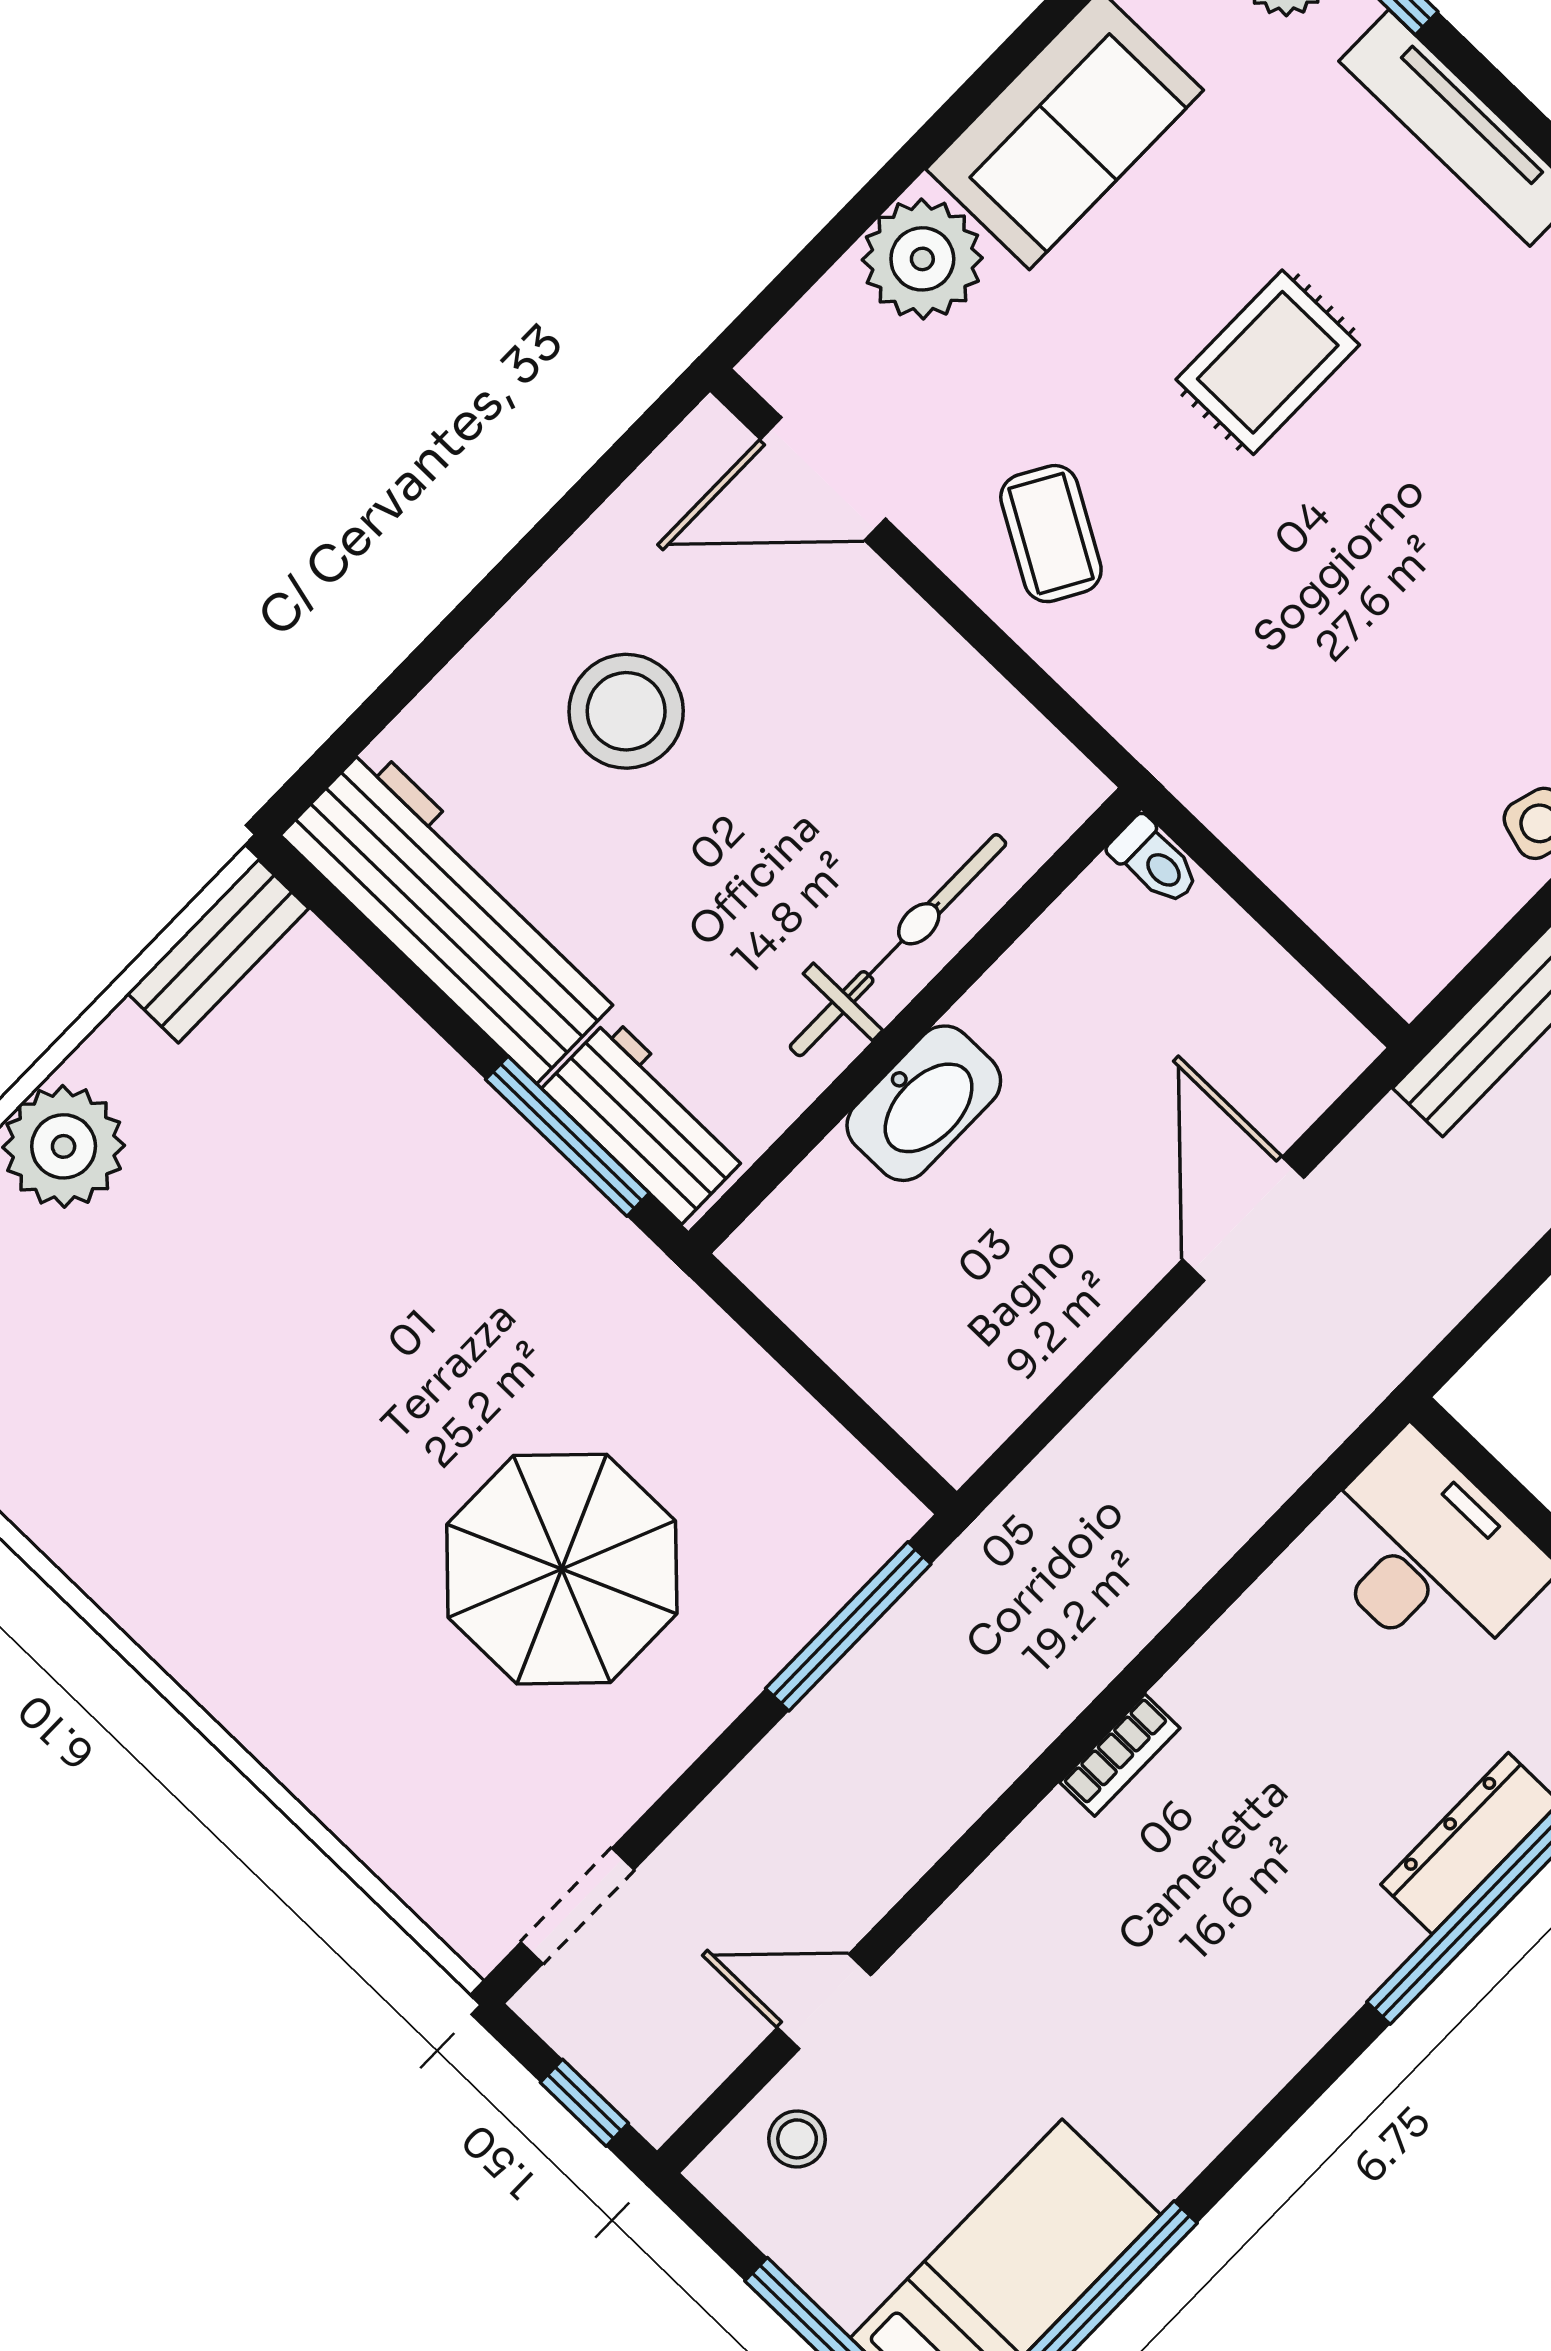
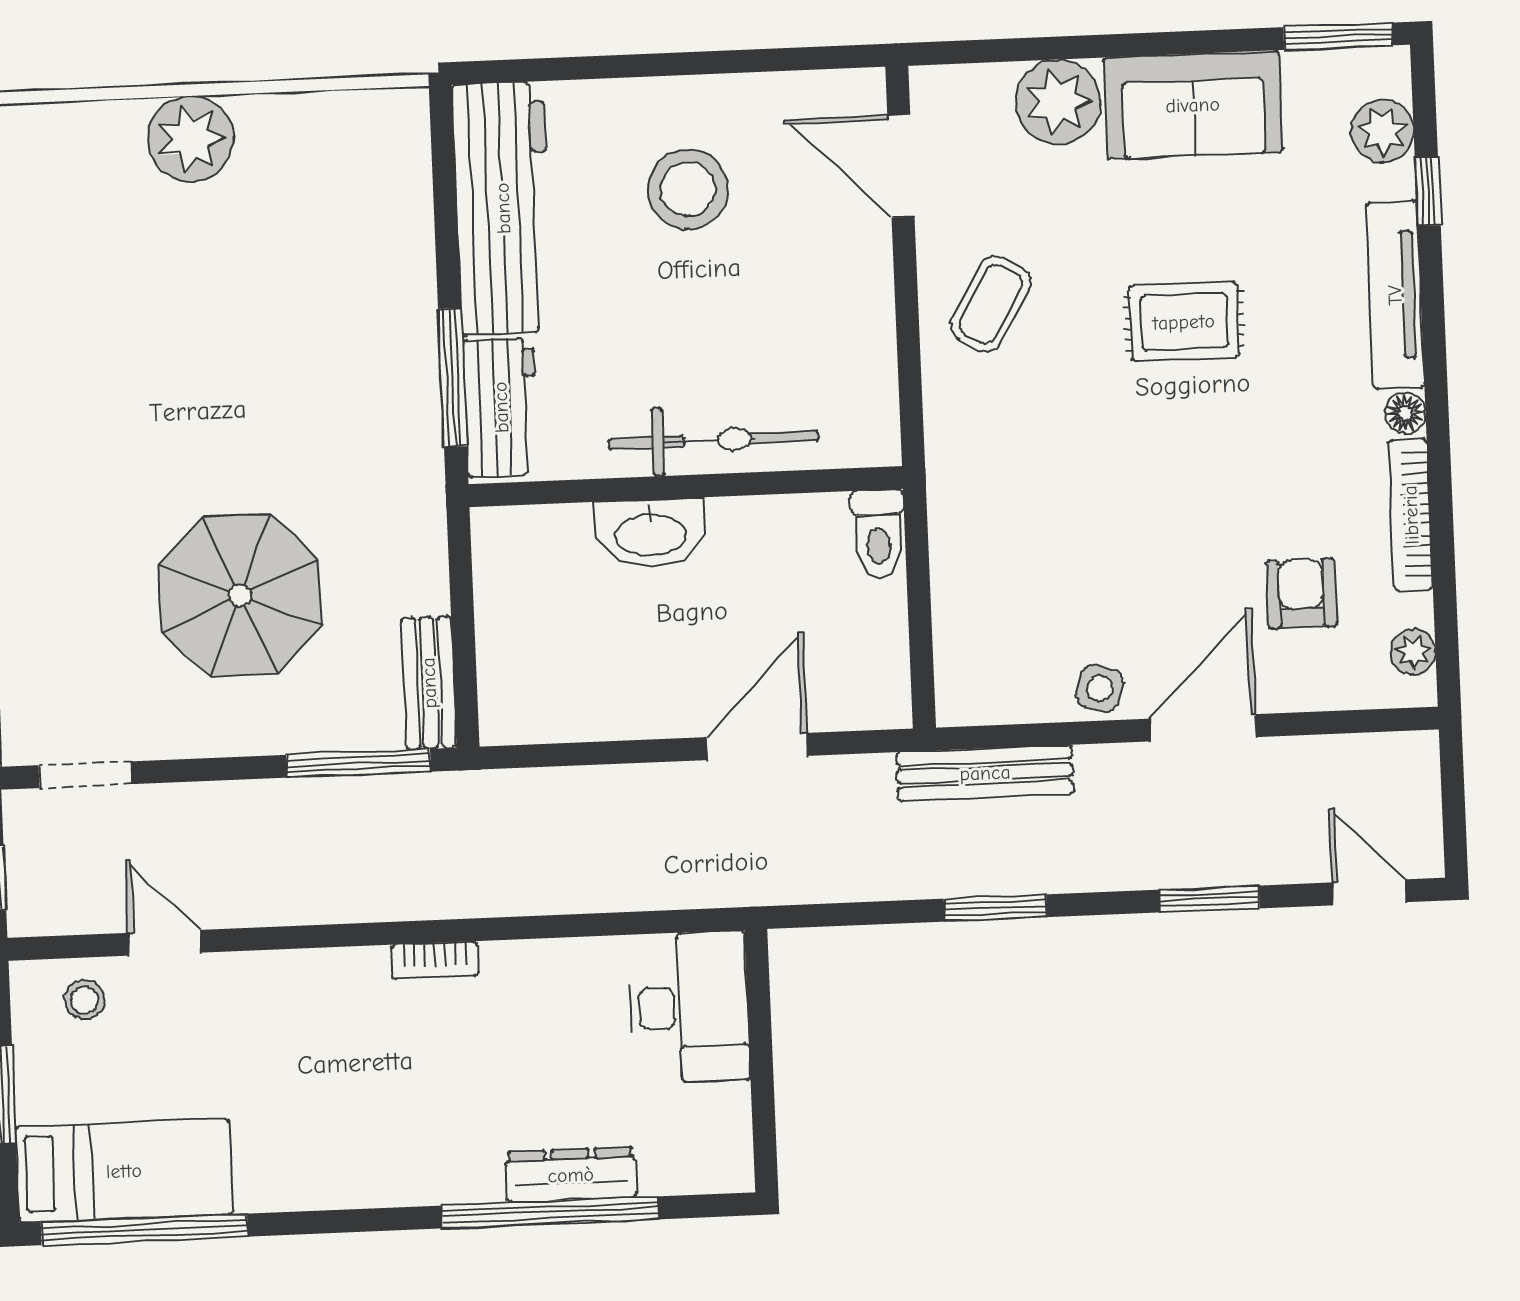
toilet: (1155, 861) -> (878, 534), width x1.37, depth x1.39
bench: (218, 951) -> (429, 683), moved, turned 90

